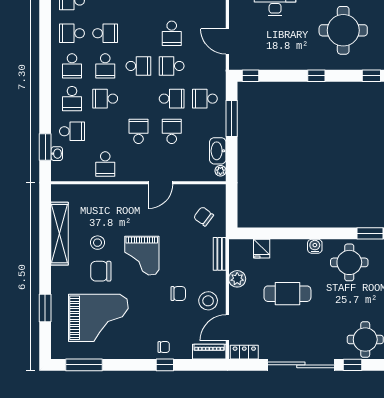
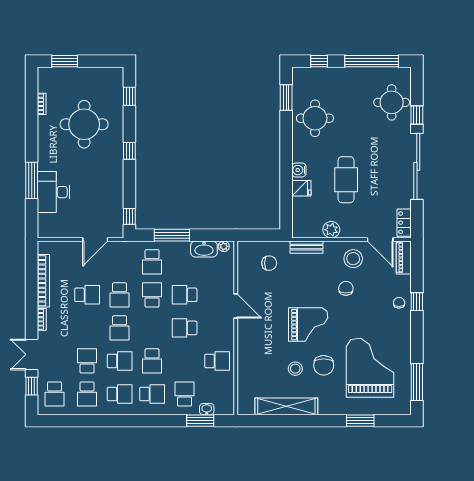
school desk: (138, 66) -> (120, 328), turned 180
chair: (204, 216) -> (269, 263), turned -127
water cooler: (315, 246) -> (299, 170), moved
fridge: (262, 249) -> (301, 188), moved

